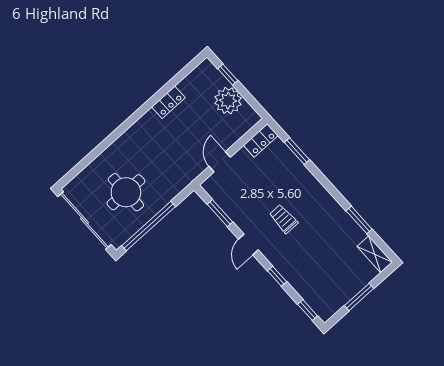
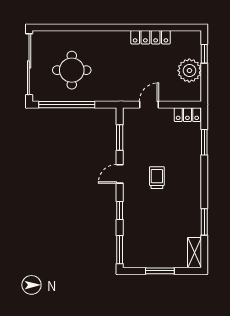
locker: (168, 102) -> (151, 37), width x1.53
window: (308, 310) -> (120, 250), width x1.50

